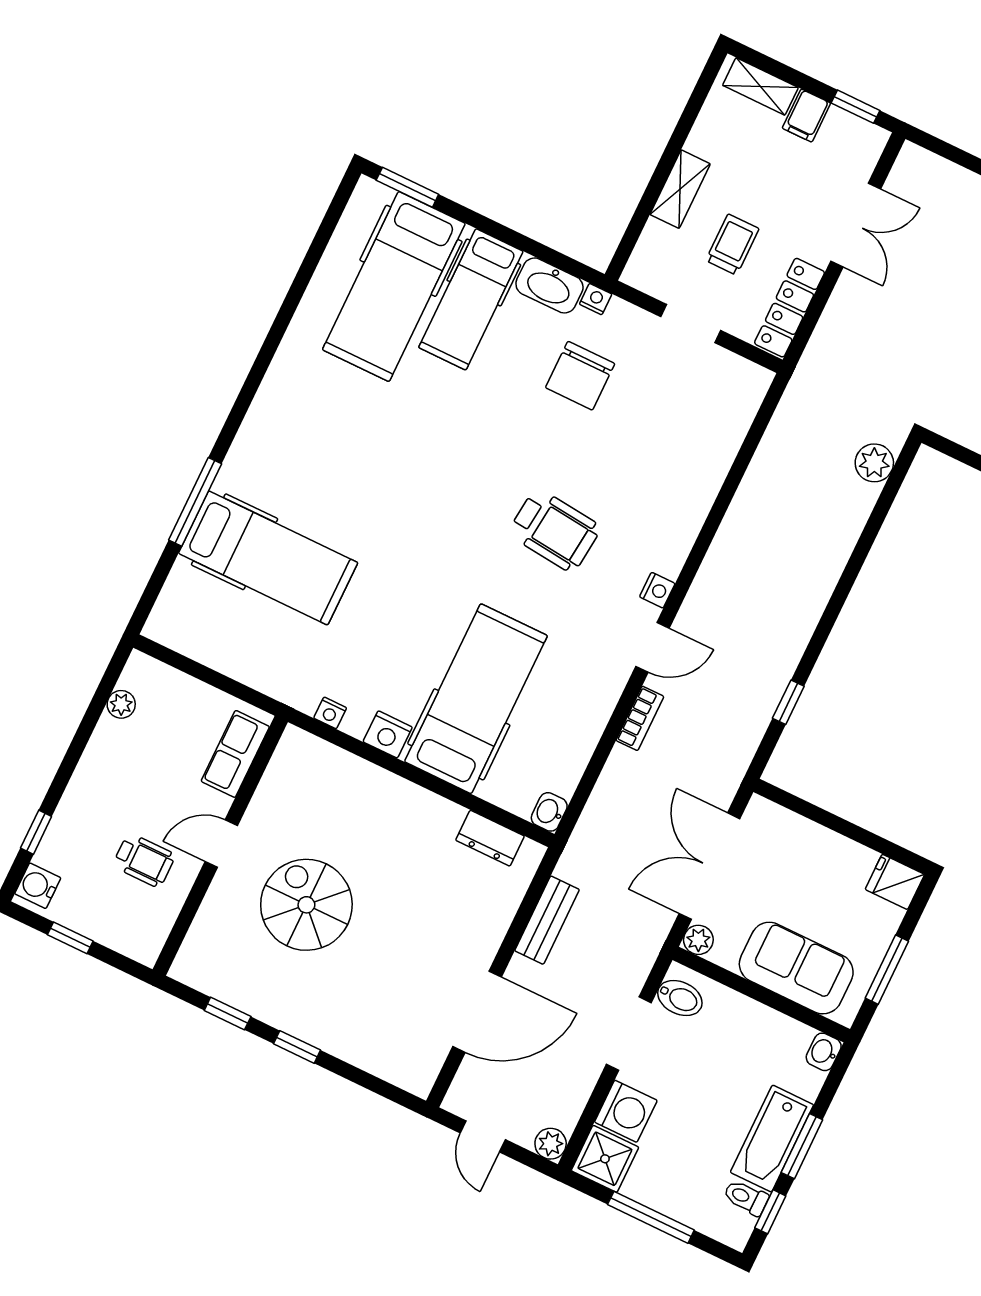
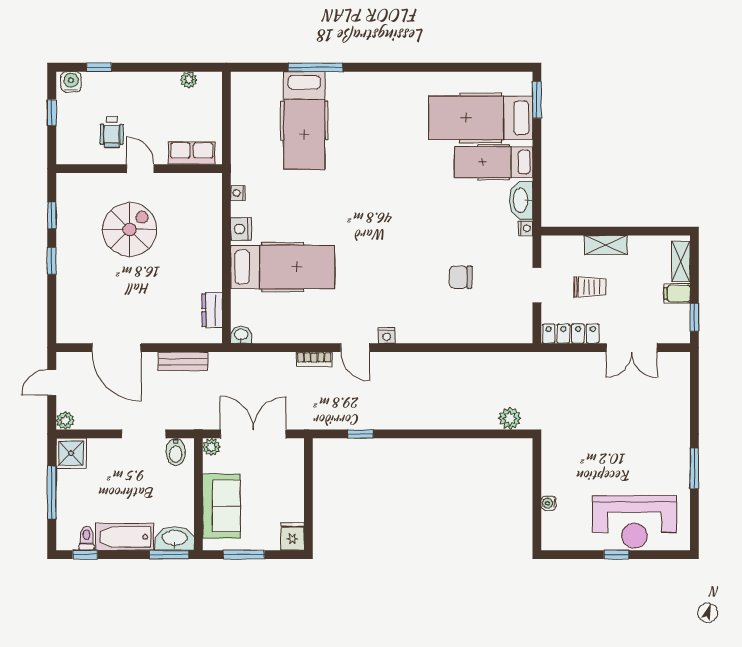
chair: (580, 376) -> (461, 277), moved, width x0.73, depth x0.73
wheelchair: (555, 530) -> (392, 266), removed
washbasin: (824, 1052) -> (175, 538), width x1.91, depth x1.45
washing machine: (626, 1111) -> (102, 452), removed
window: (802, 1146) -> (169, 555), moved

